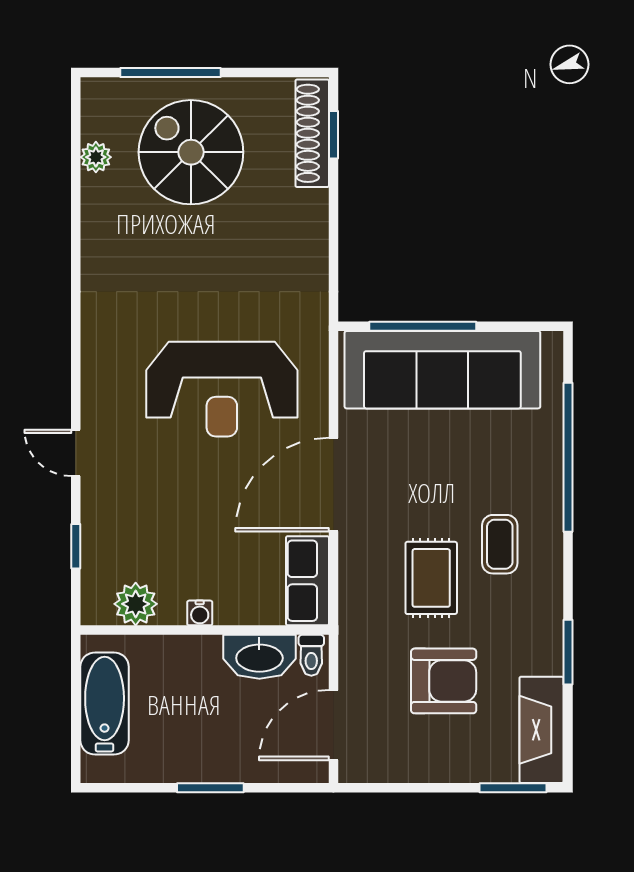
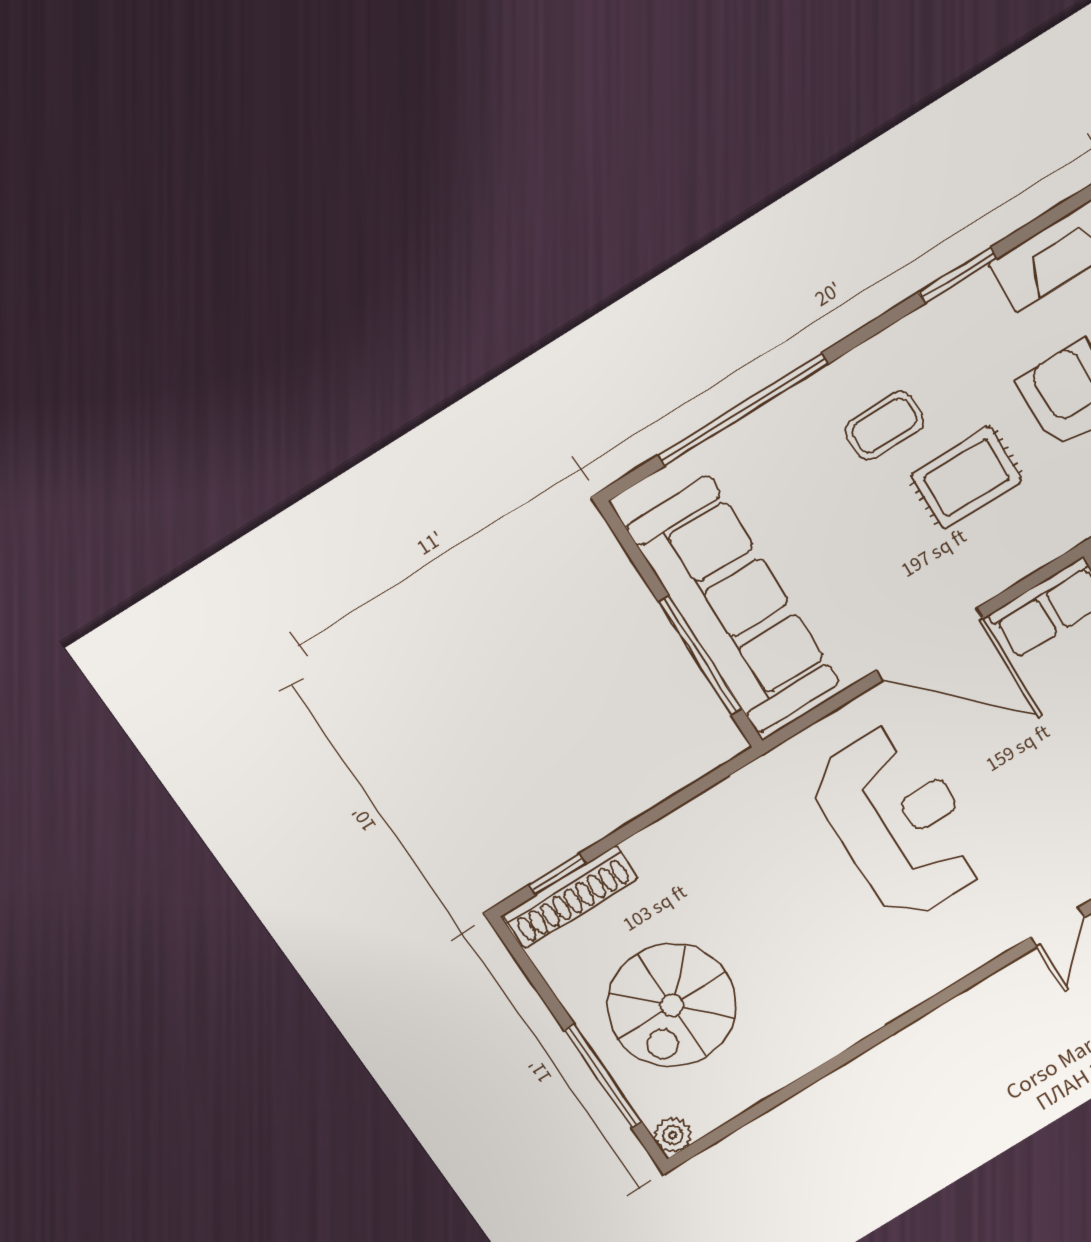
plant: (96, 157) -> (673, 1135), moved

